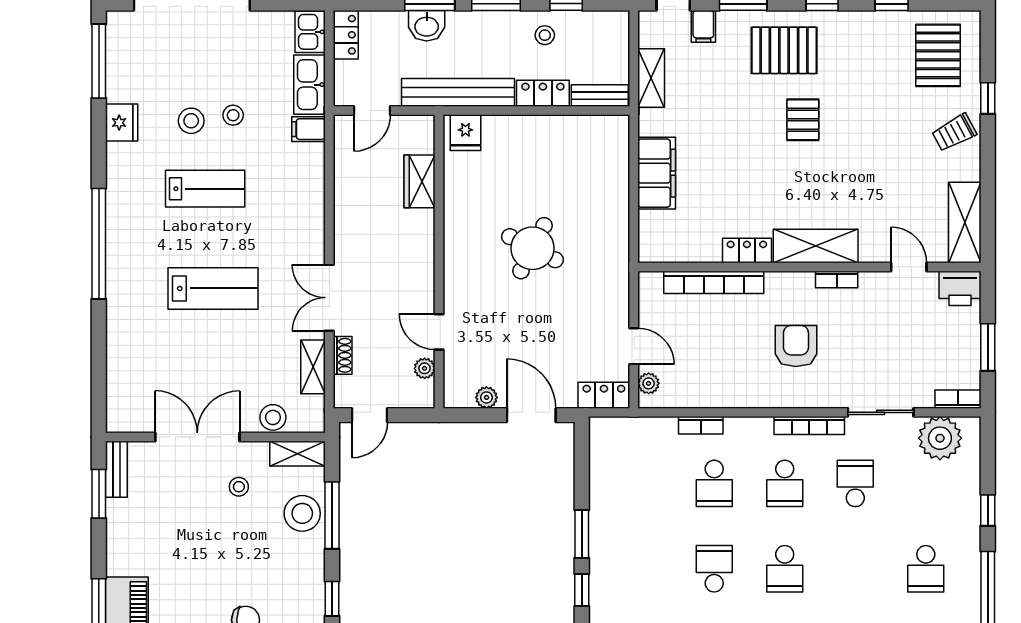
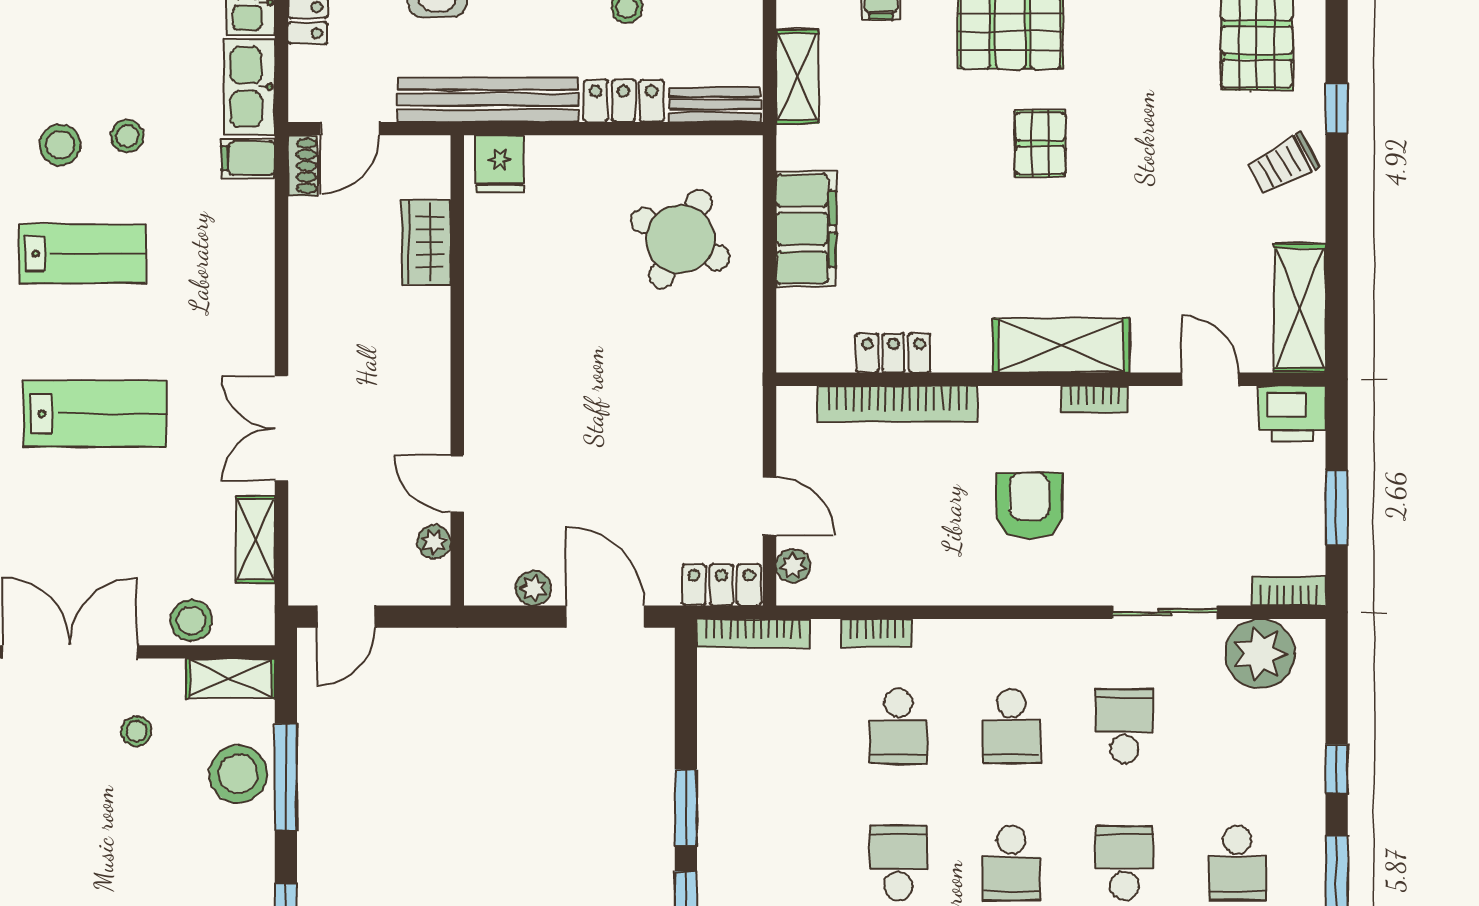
round table: (532, 248) -> (680, 239), moved
locker: (747, 251) -> (893, 353), moved
shoe rack: (343, 355) -> (303, 166), moved
bookcase: (809, 426) -> (753, 633), moved
school desk: (855, 569) -> (1124, 863), added

